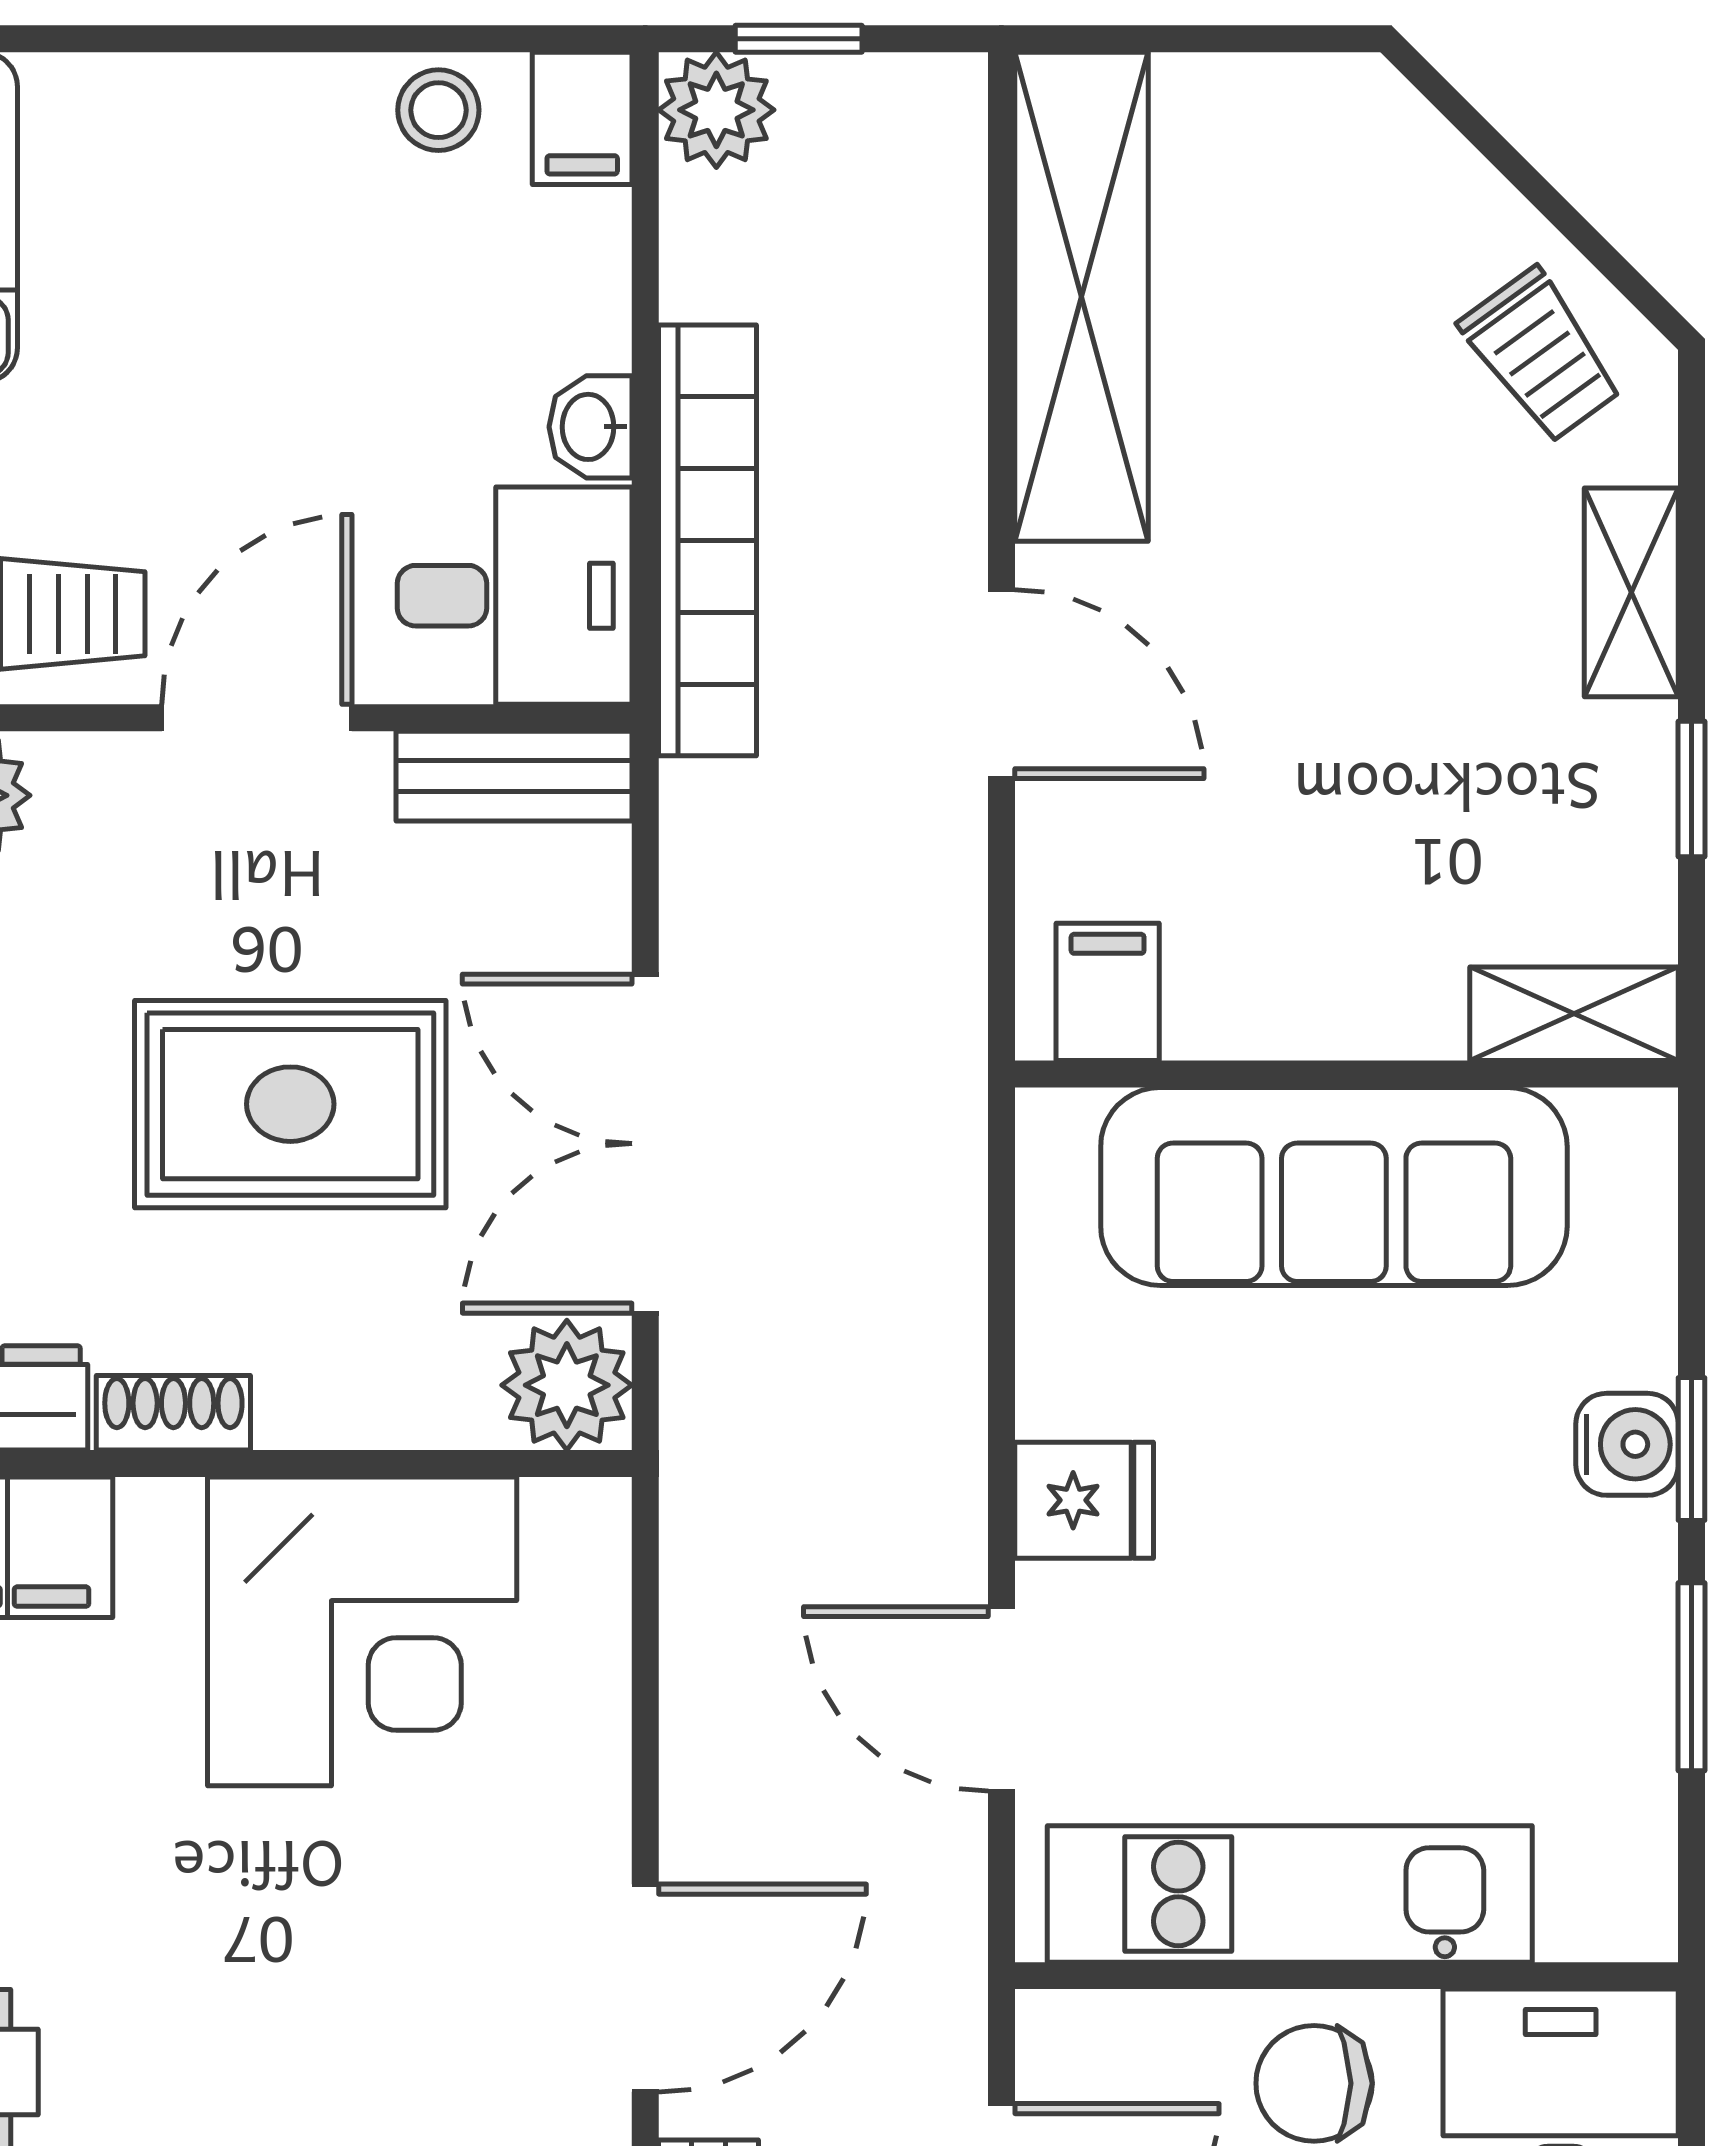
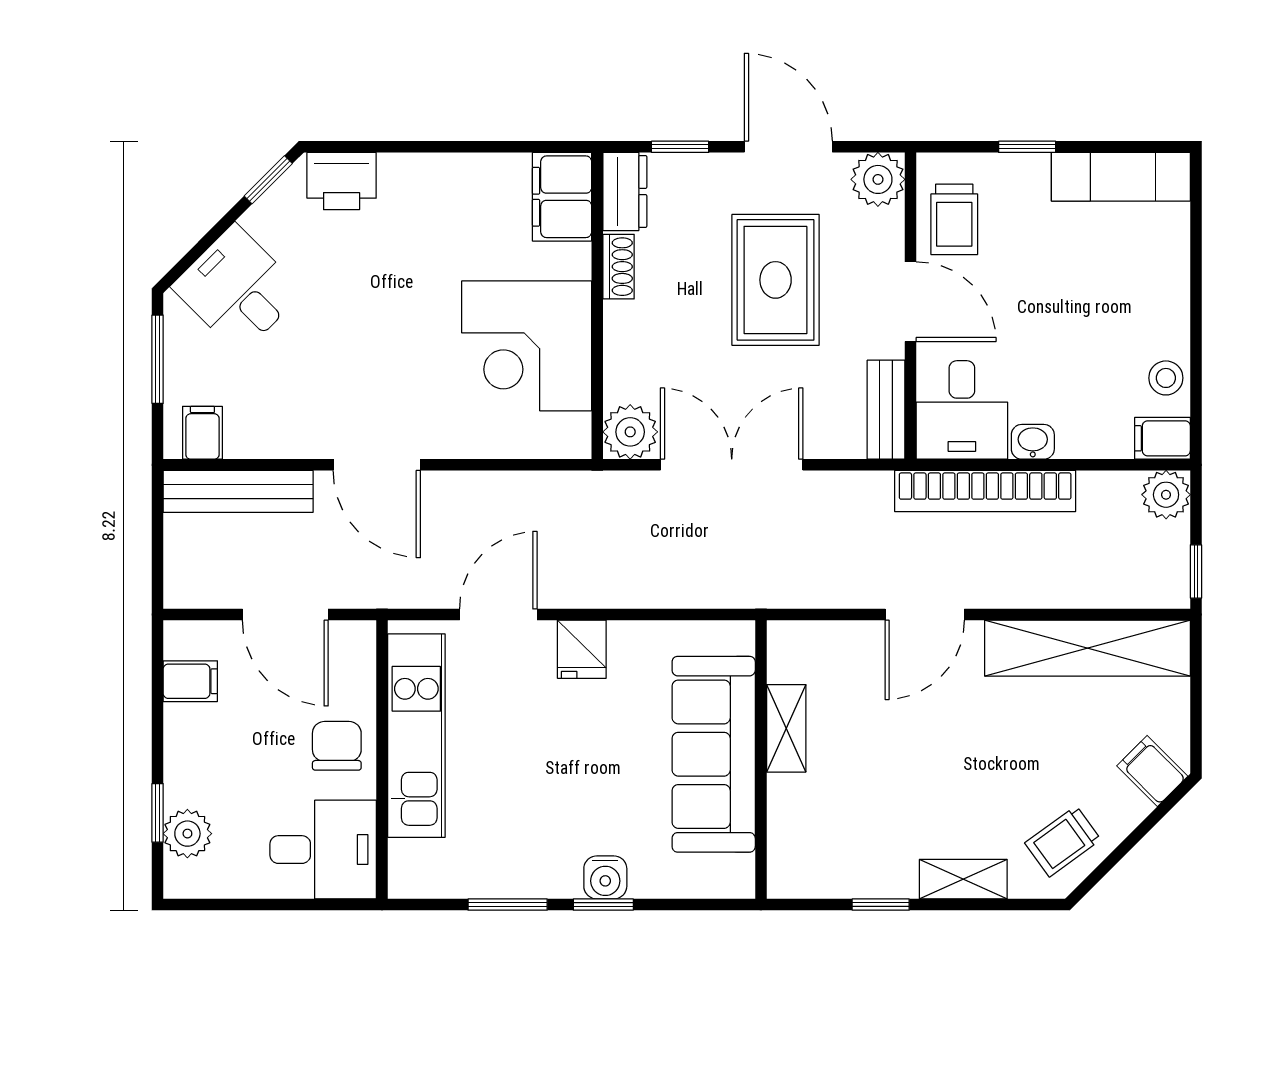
window: (799, 39) -> (1196, 571), moved
filing cabinet: (1108, 992) -> (1152, 771), moved, turned -135
shelving: (1574, 1014) -> (786, 728), moved
rug: (290, 1104) -> (776, 280), moved

